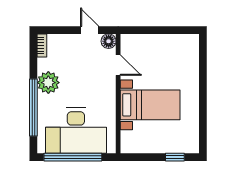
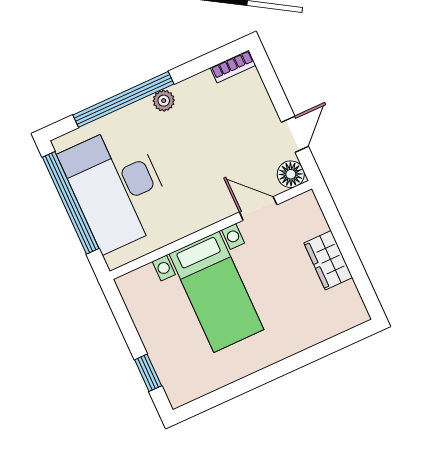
wardrobe: (160, 42) -> (328, 260), added
door: (118, 65) -> (258, 208), swing flipped
plant: (48, 83) -> (164, 101), width x0.53, depth x0.53

